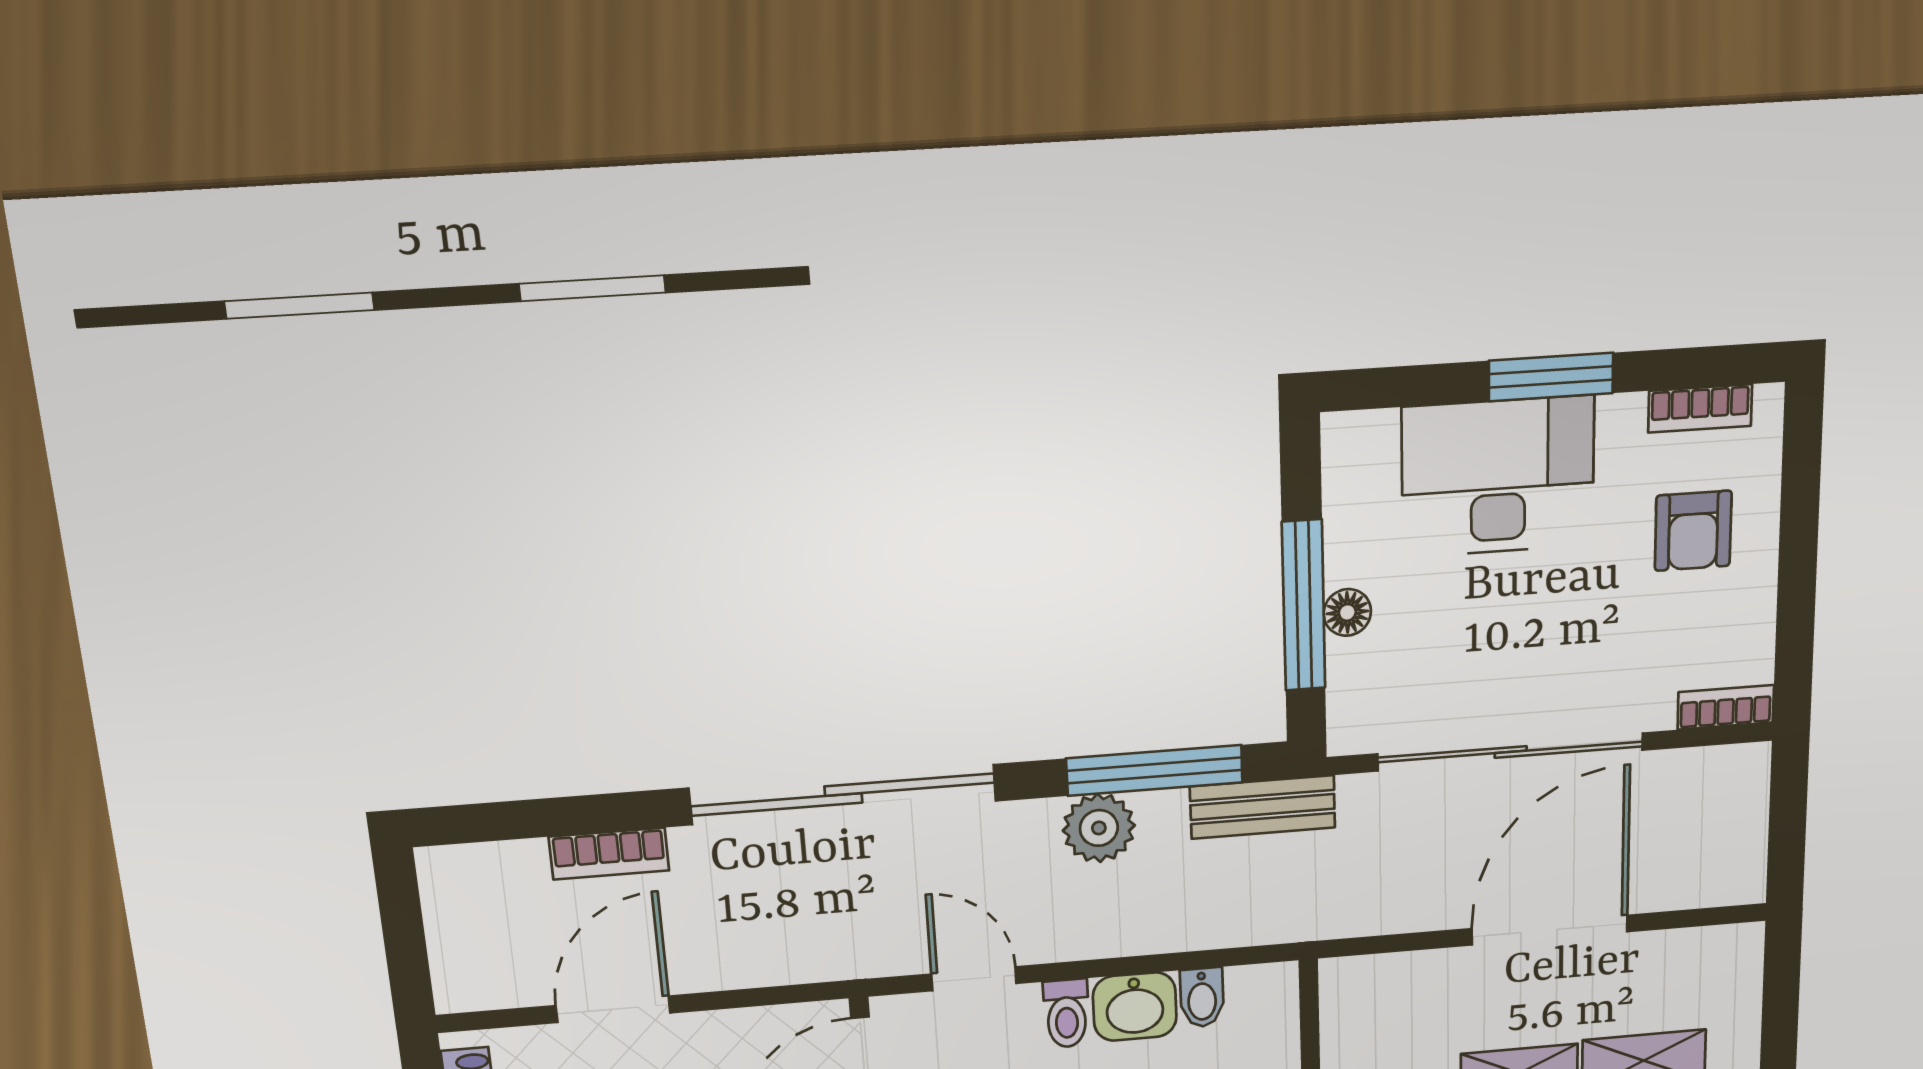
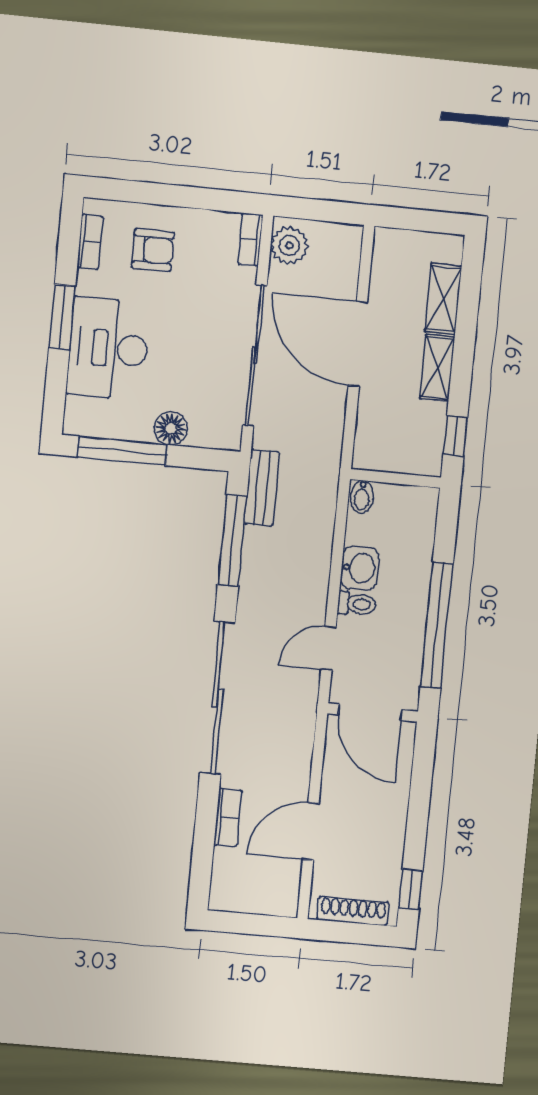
window: (1304, 605) -> (122, 451), moved
floor lamp: (1347, 612) -> (171, 428), width x1.37, depth x1.37
plant: (1099, 828) -> (289, 245), moved
bidet: (1202, 998) -> (362, 497), moved, turned 90
door: (613, 1009) -> (311, 831), hinge flipped

